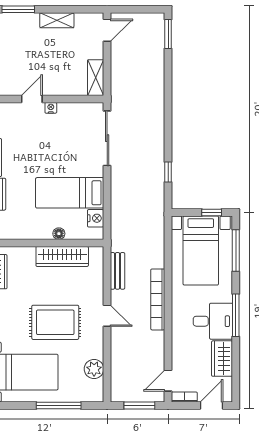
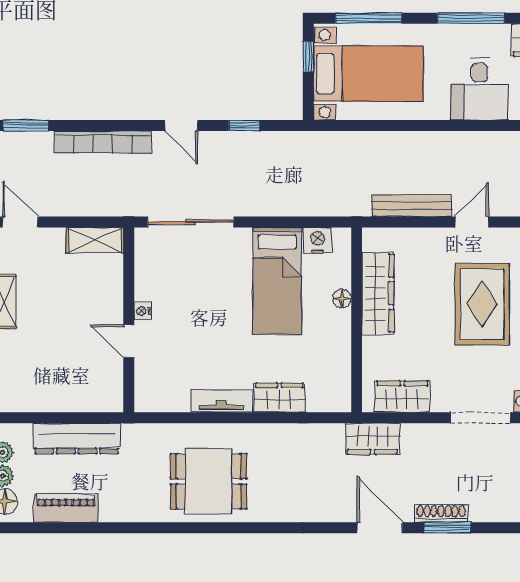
door: (168, 132) -> (181, 125), added
bench: (118, 271) -> (411, 206), width x1.36
bookcase: (158, 299) -> (103, 142), moved
desk: (213, 321) -> (479, 89), moved, turned 180

